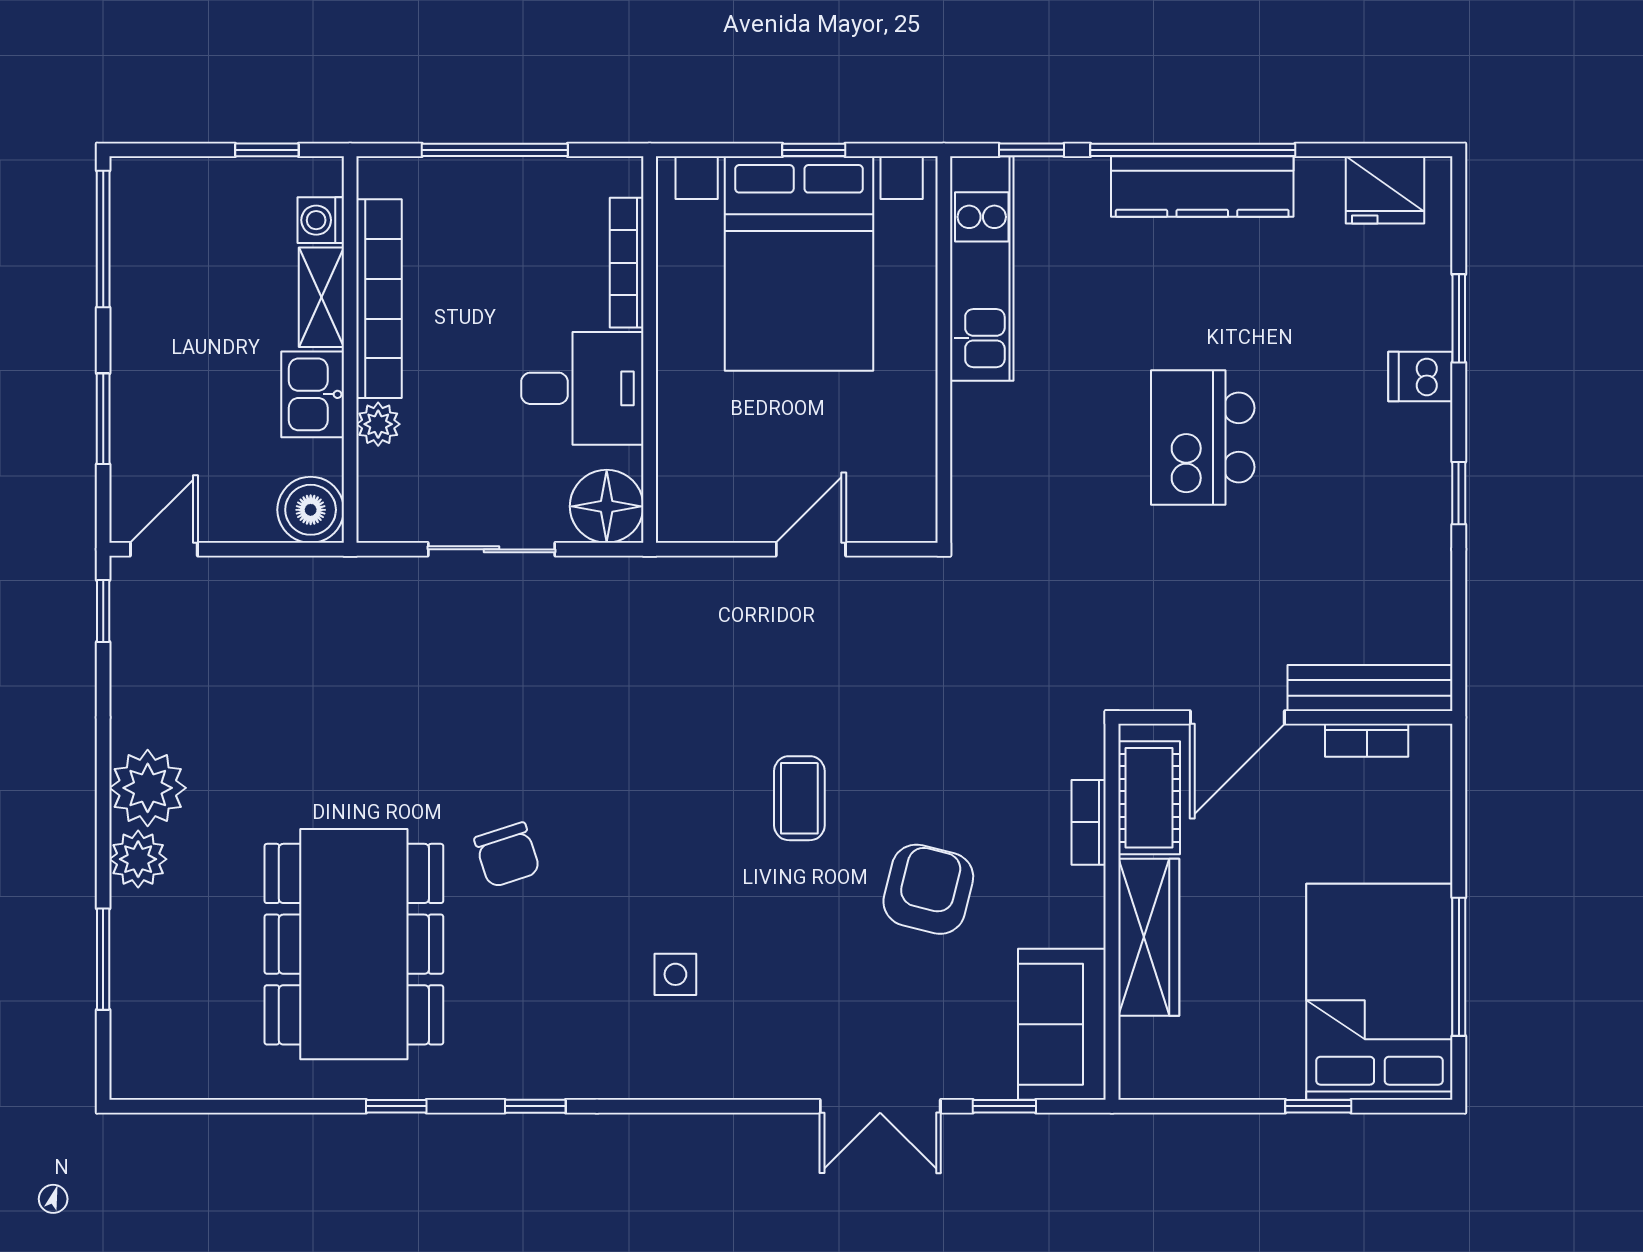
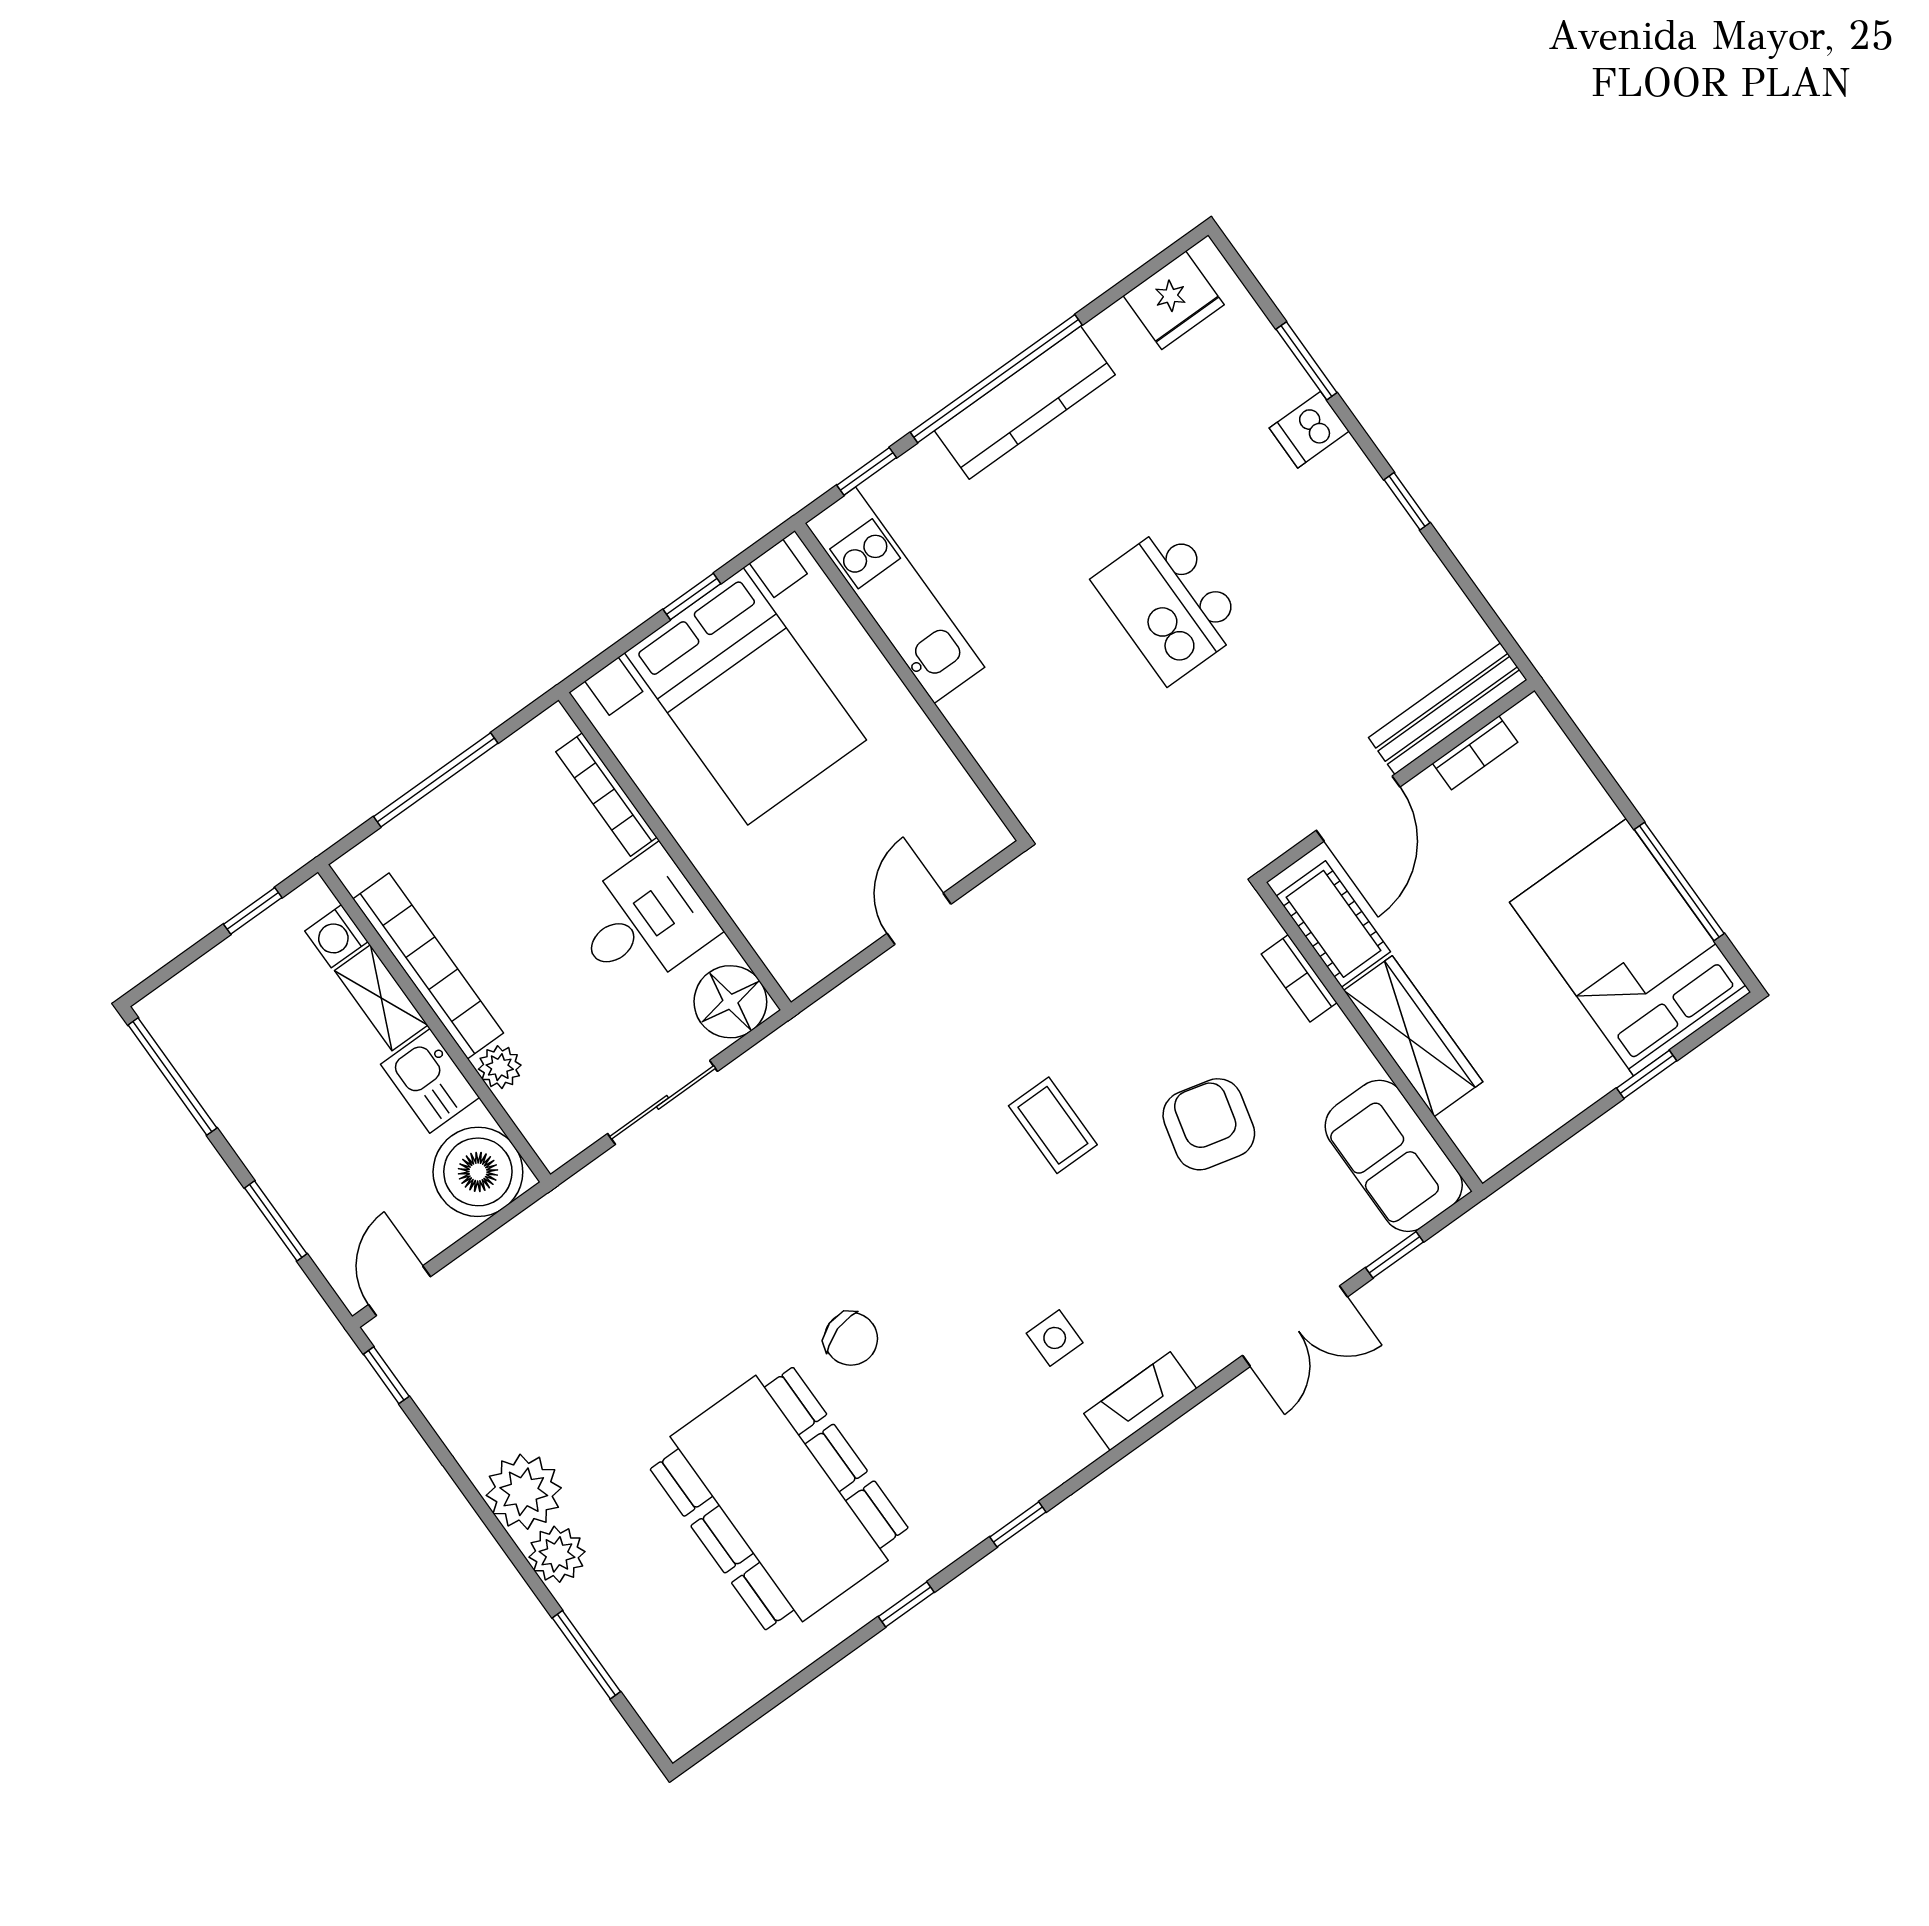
boiler: (311, 510) -> (478, 1172), width x1.37, depth x1.37
fireplace: (709, 1077) -> (1140, 1401), added

